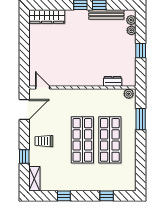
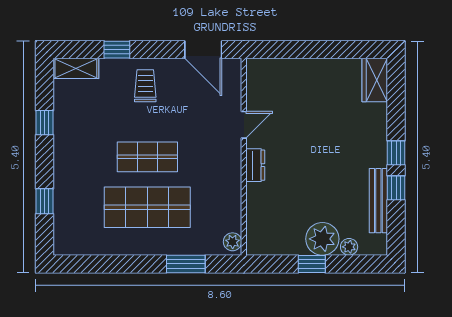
wardrobe: (47, 16) -> (375, 80), width x0.67
plant: (131, 20) -> (322, 239), moved, width x1.88, depth x1.88
dresser: (113, 81) -> (255, 165), moved
door: (43, 88) -> (244, 125), moved
shop shelf: (82, 140) -> (147, 157), width x0.70, depth x0.74

